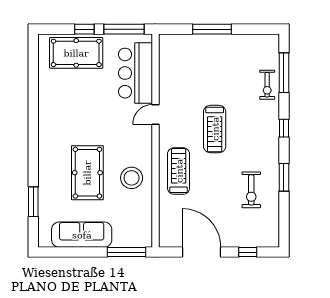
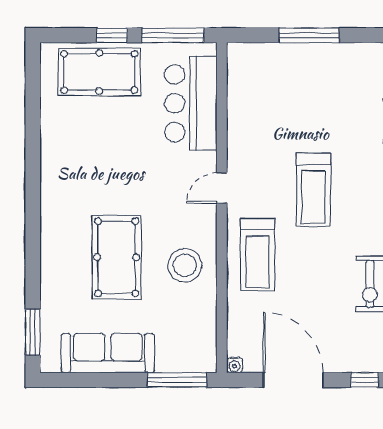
door: (155, 114) -> (222, 188), moved
treadmill: (179, 171) -> (257, 255), turned 180
window: (33, 202) -> (33, 332), moved
water cooler: (164, 242) -> (234, 365), added

